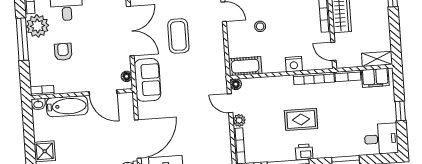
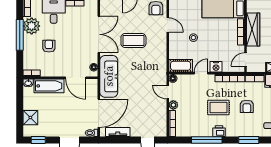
coffee table: (178, 36) -> (133, 40), turned 90
door: (333, 51) -> (245, 60), hinge flipped
door: (274, 74) -> (201, 73), added
sofa: (147, 80) -> (109, 76), width x1.36
armchair: (340, 115) -> (247, 106), added

